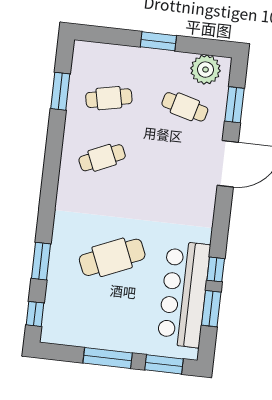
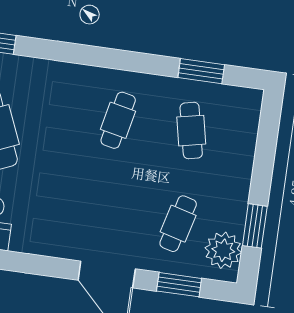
window: (158, 41) -> (255, 226), moved
cafe table: (102, 158) -> (118, 120), turned 36

